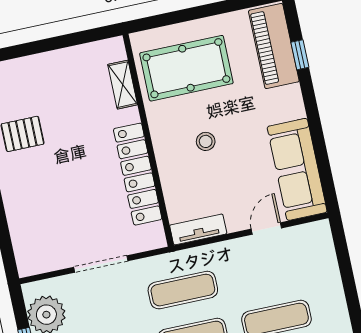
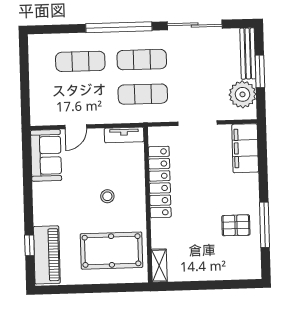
shelving: (123, 85) -> (159, 266), moved
sofa: (297, 169) -> (46, 155), width x0.73
filing cabinet: (29, 242) -> (245, 148), added

